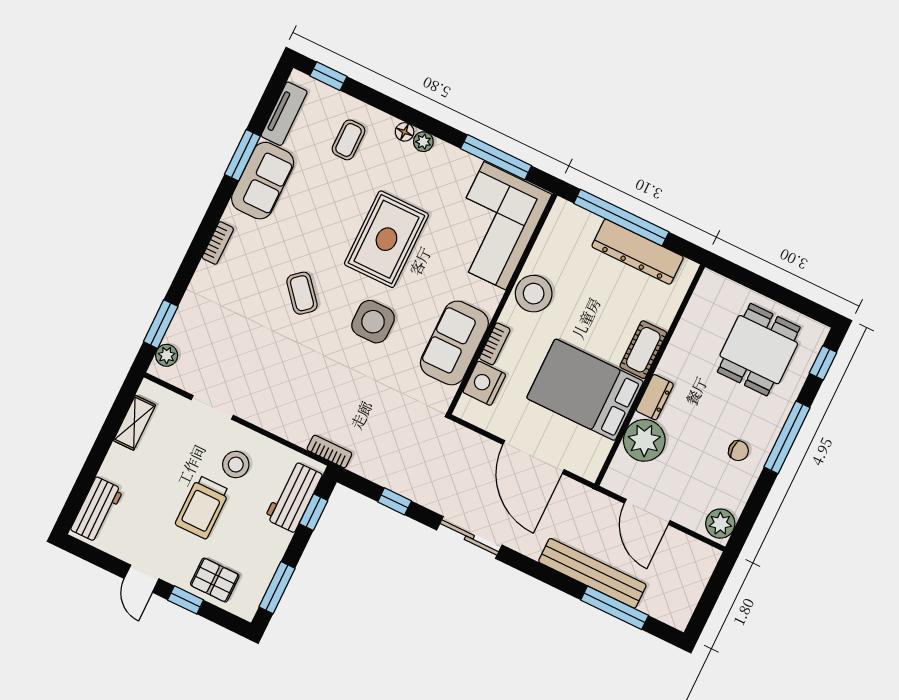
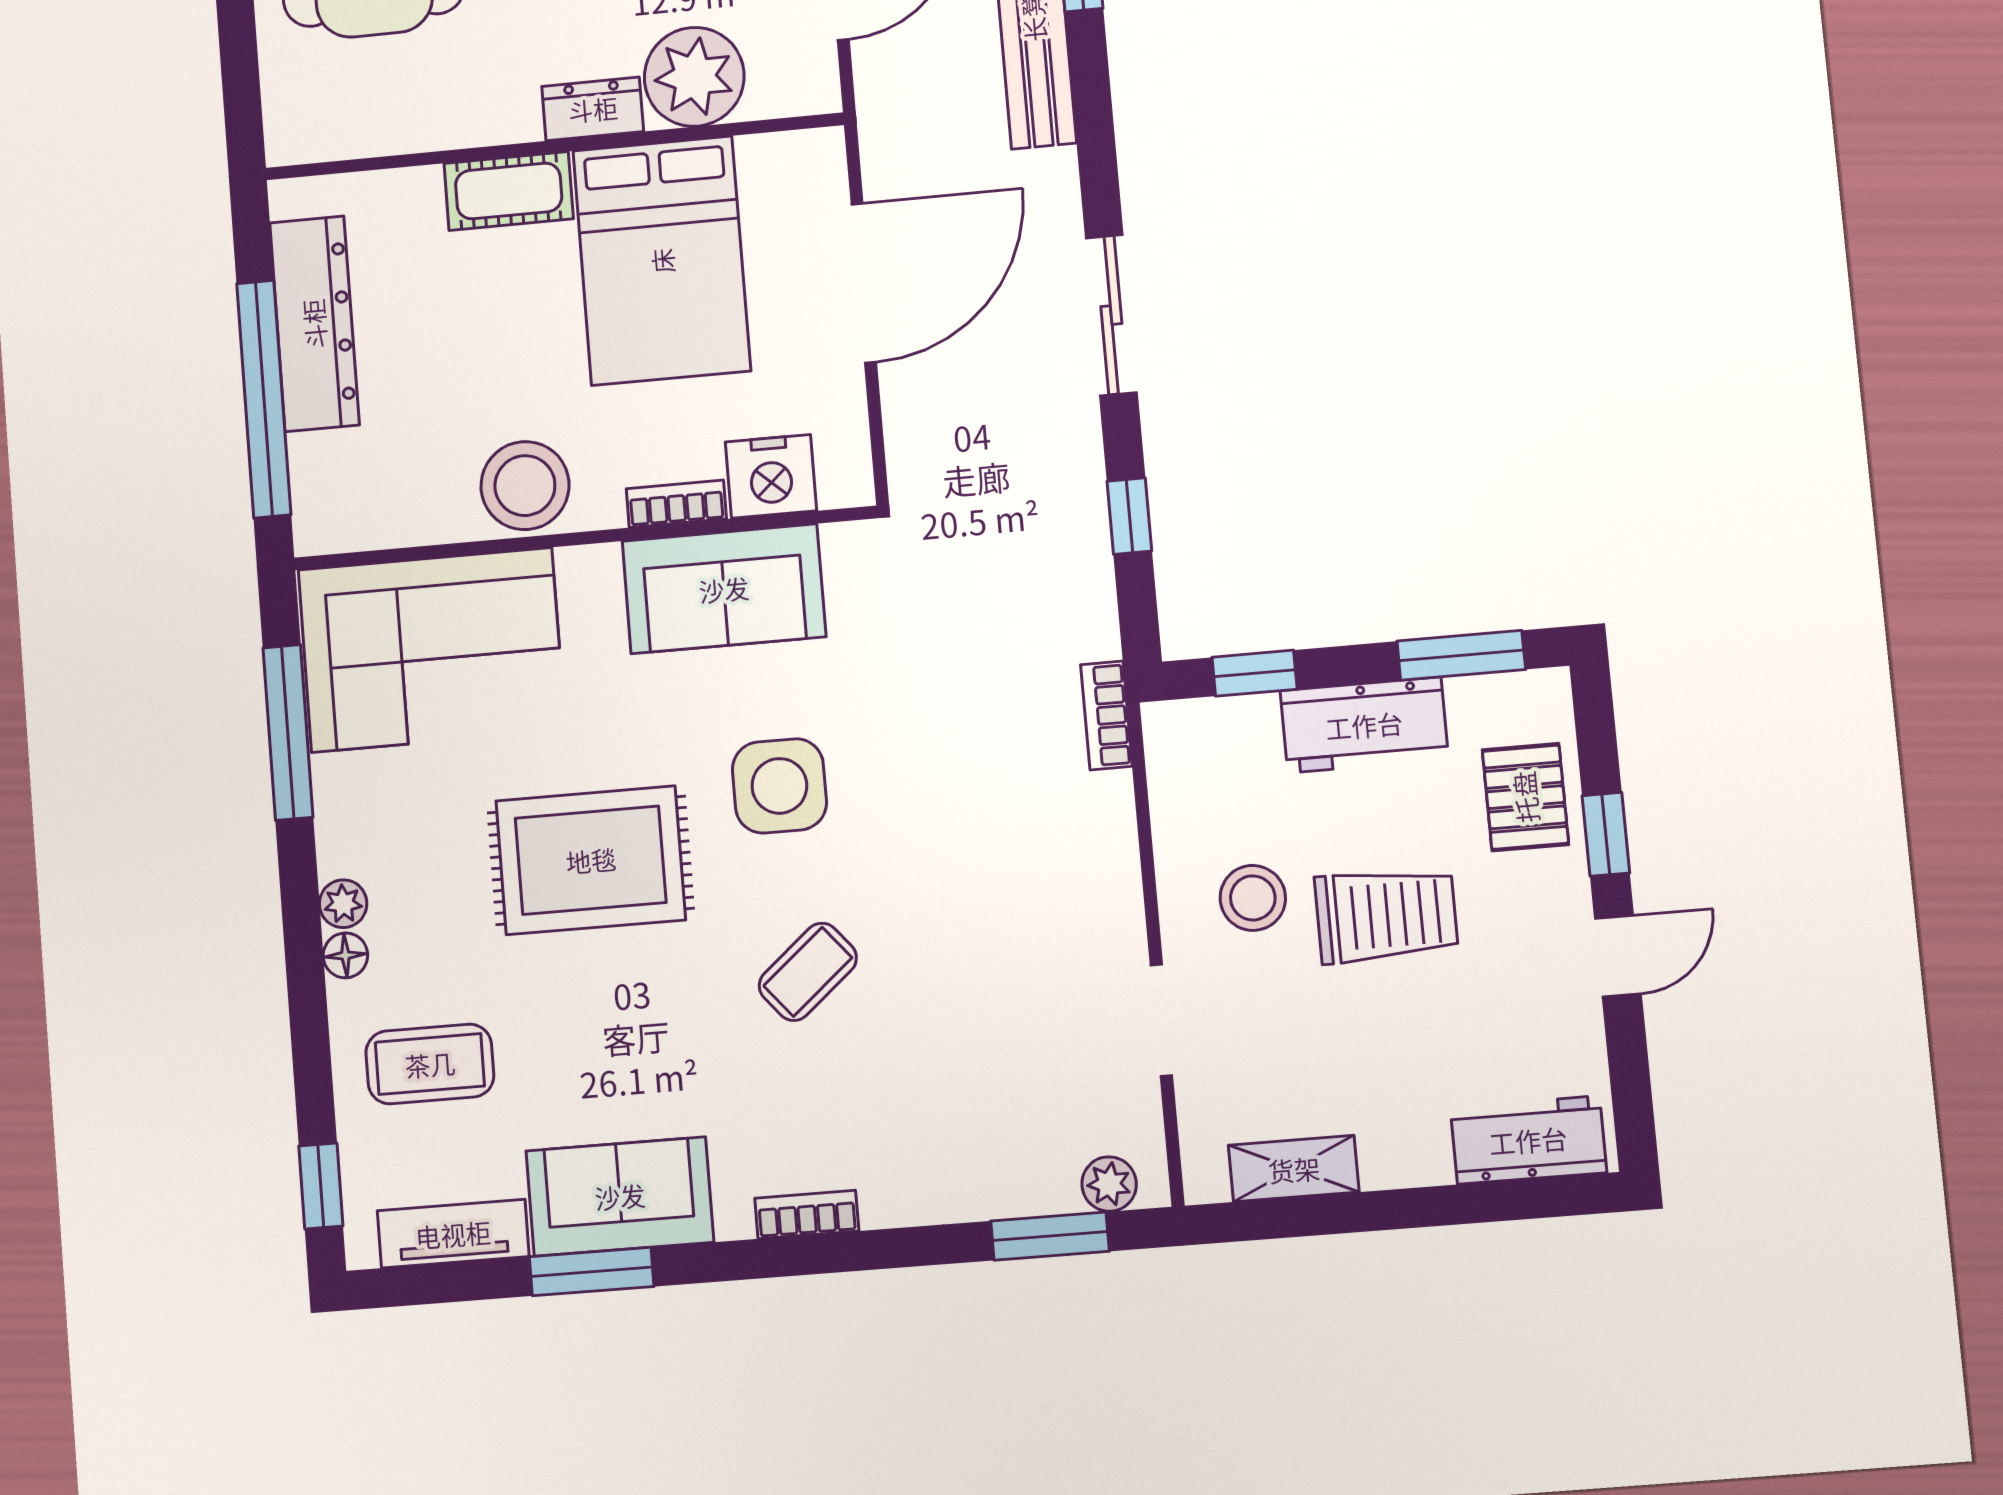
coffee table: (348, 140) -> (430, 1064), width x1.36, depth x1.30
workbench: (293, 496) -> (1364, 725), moved

